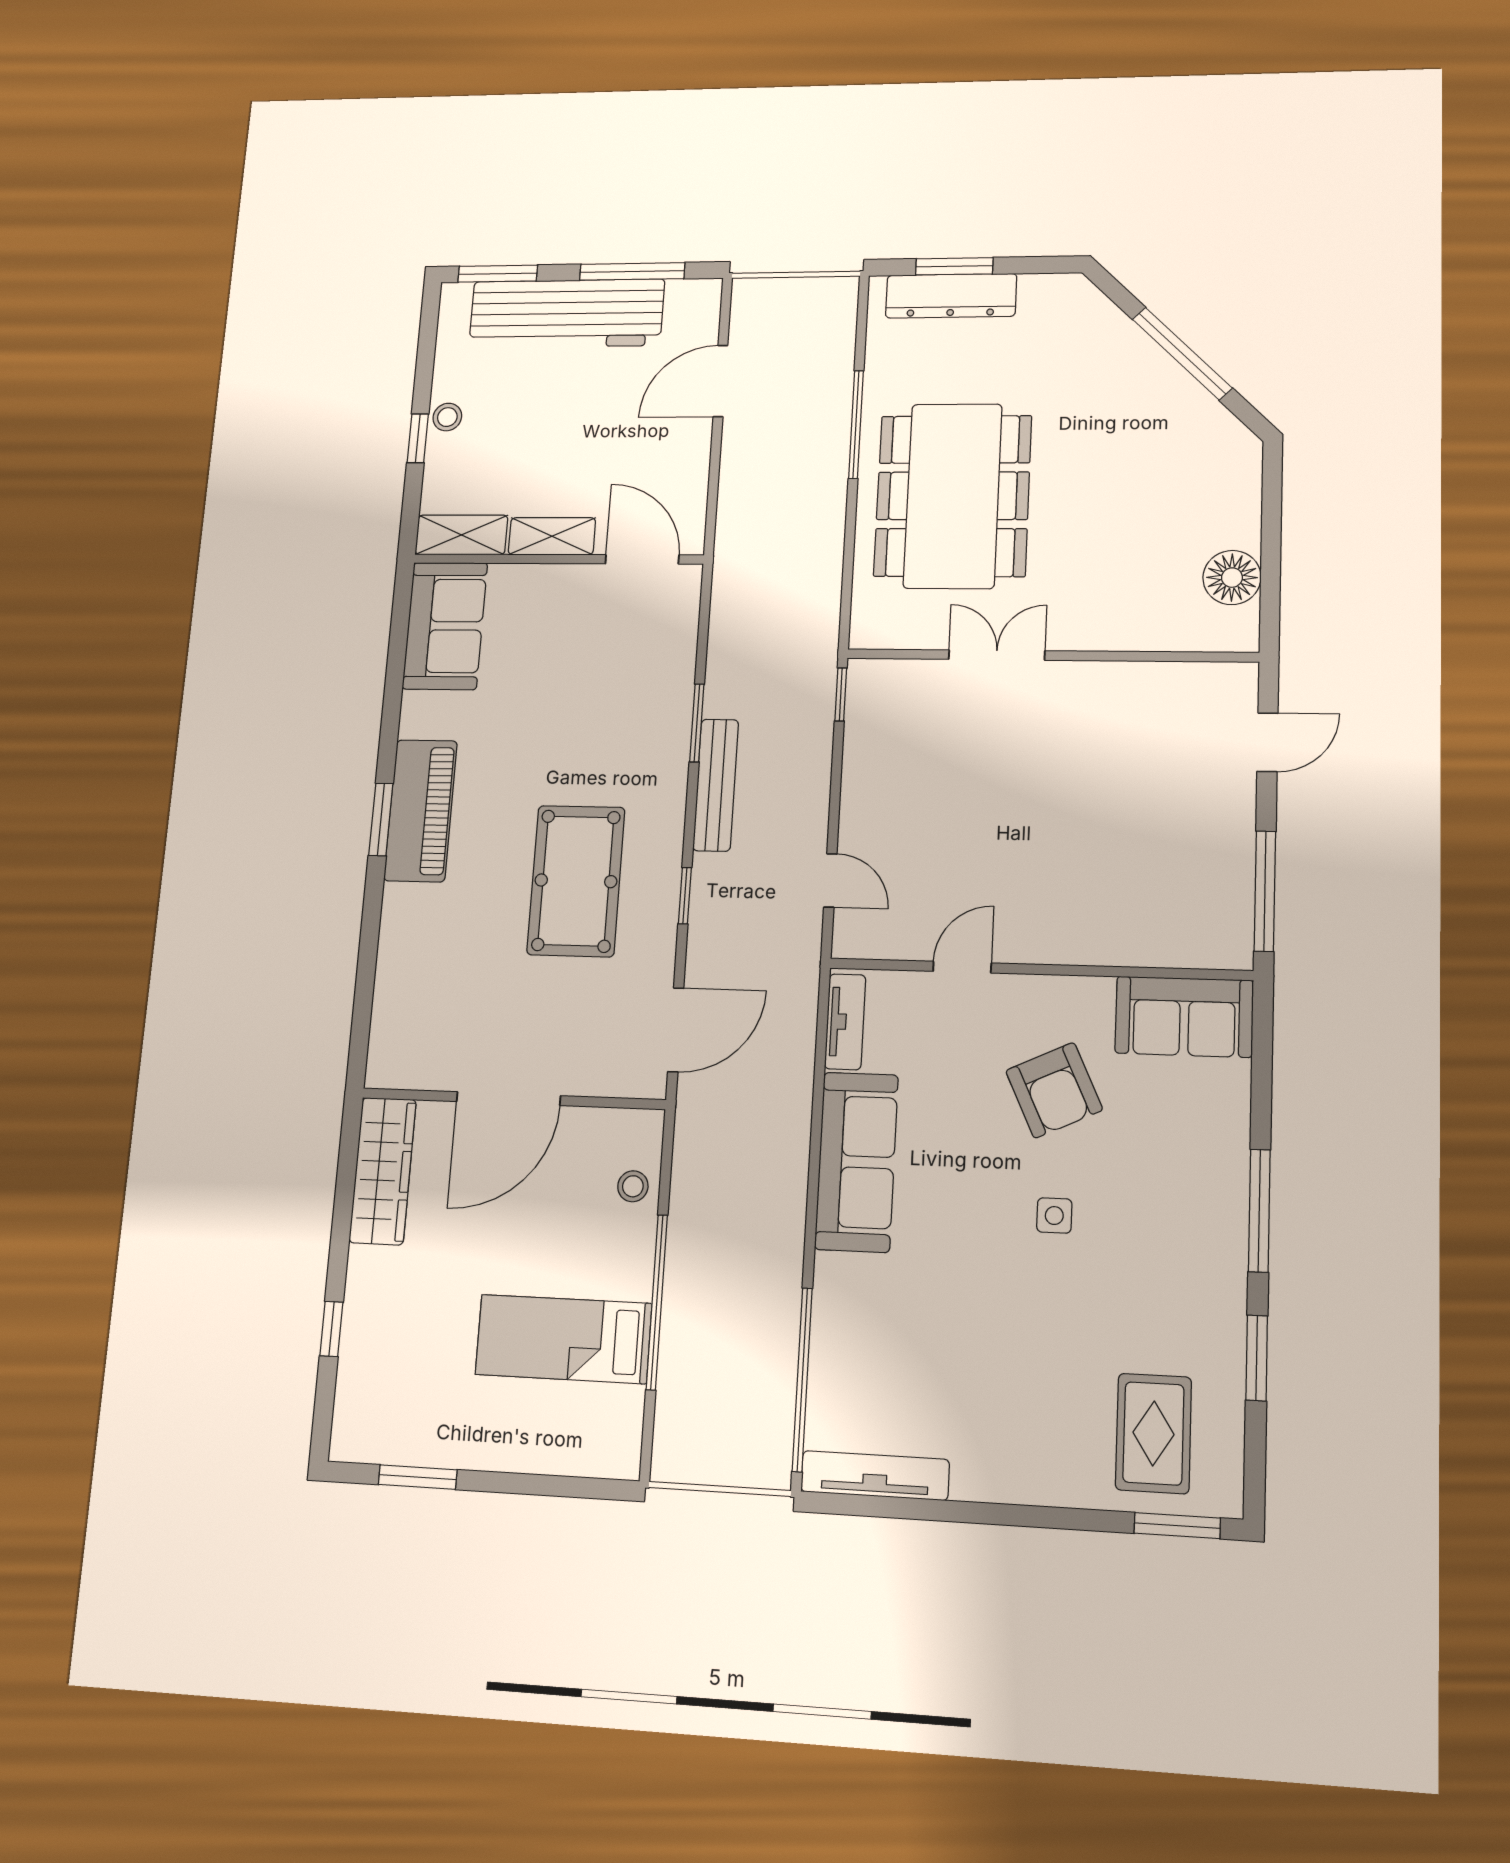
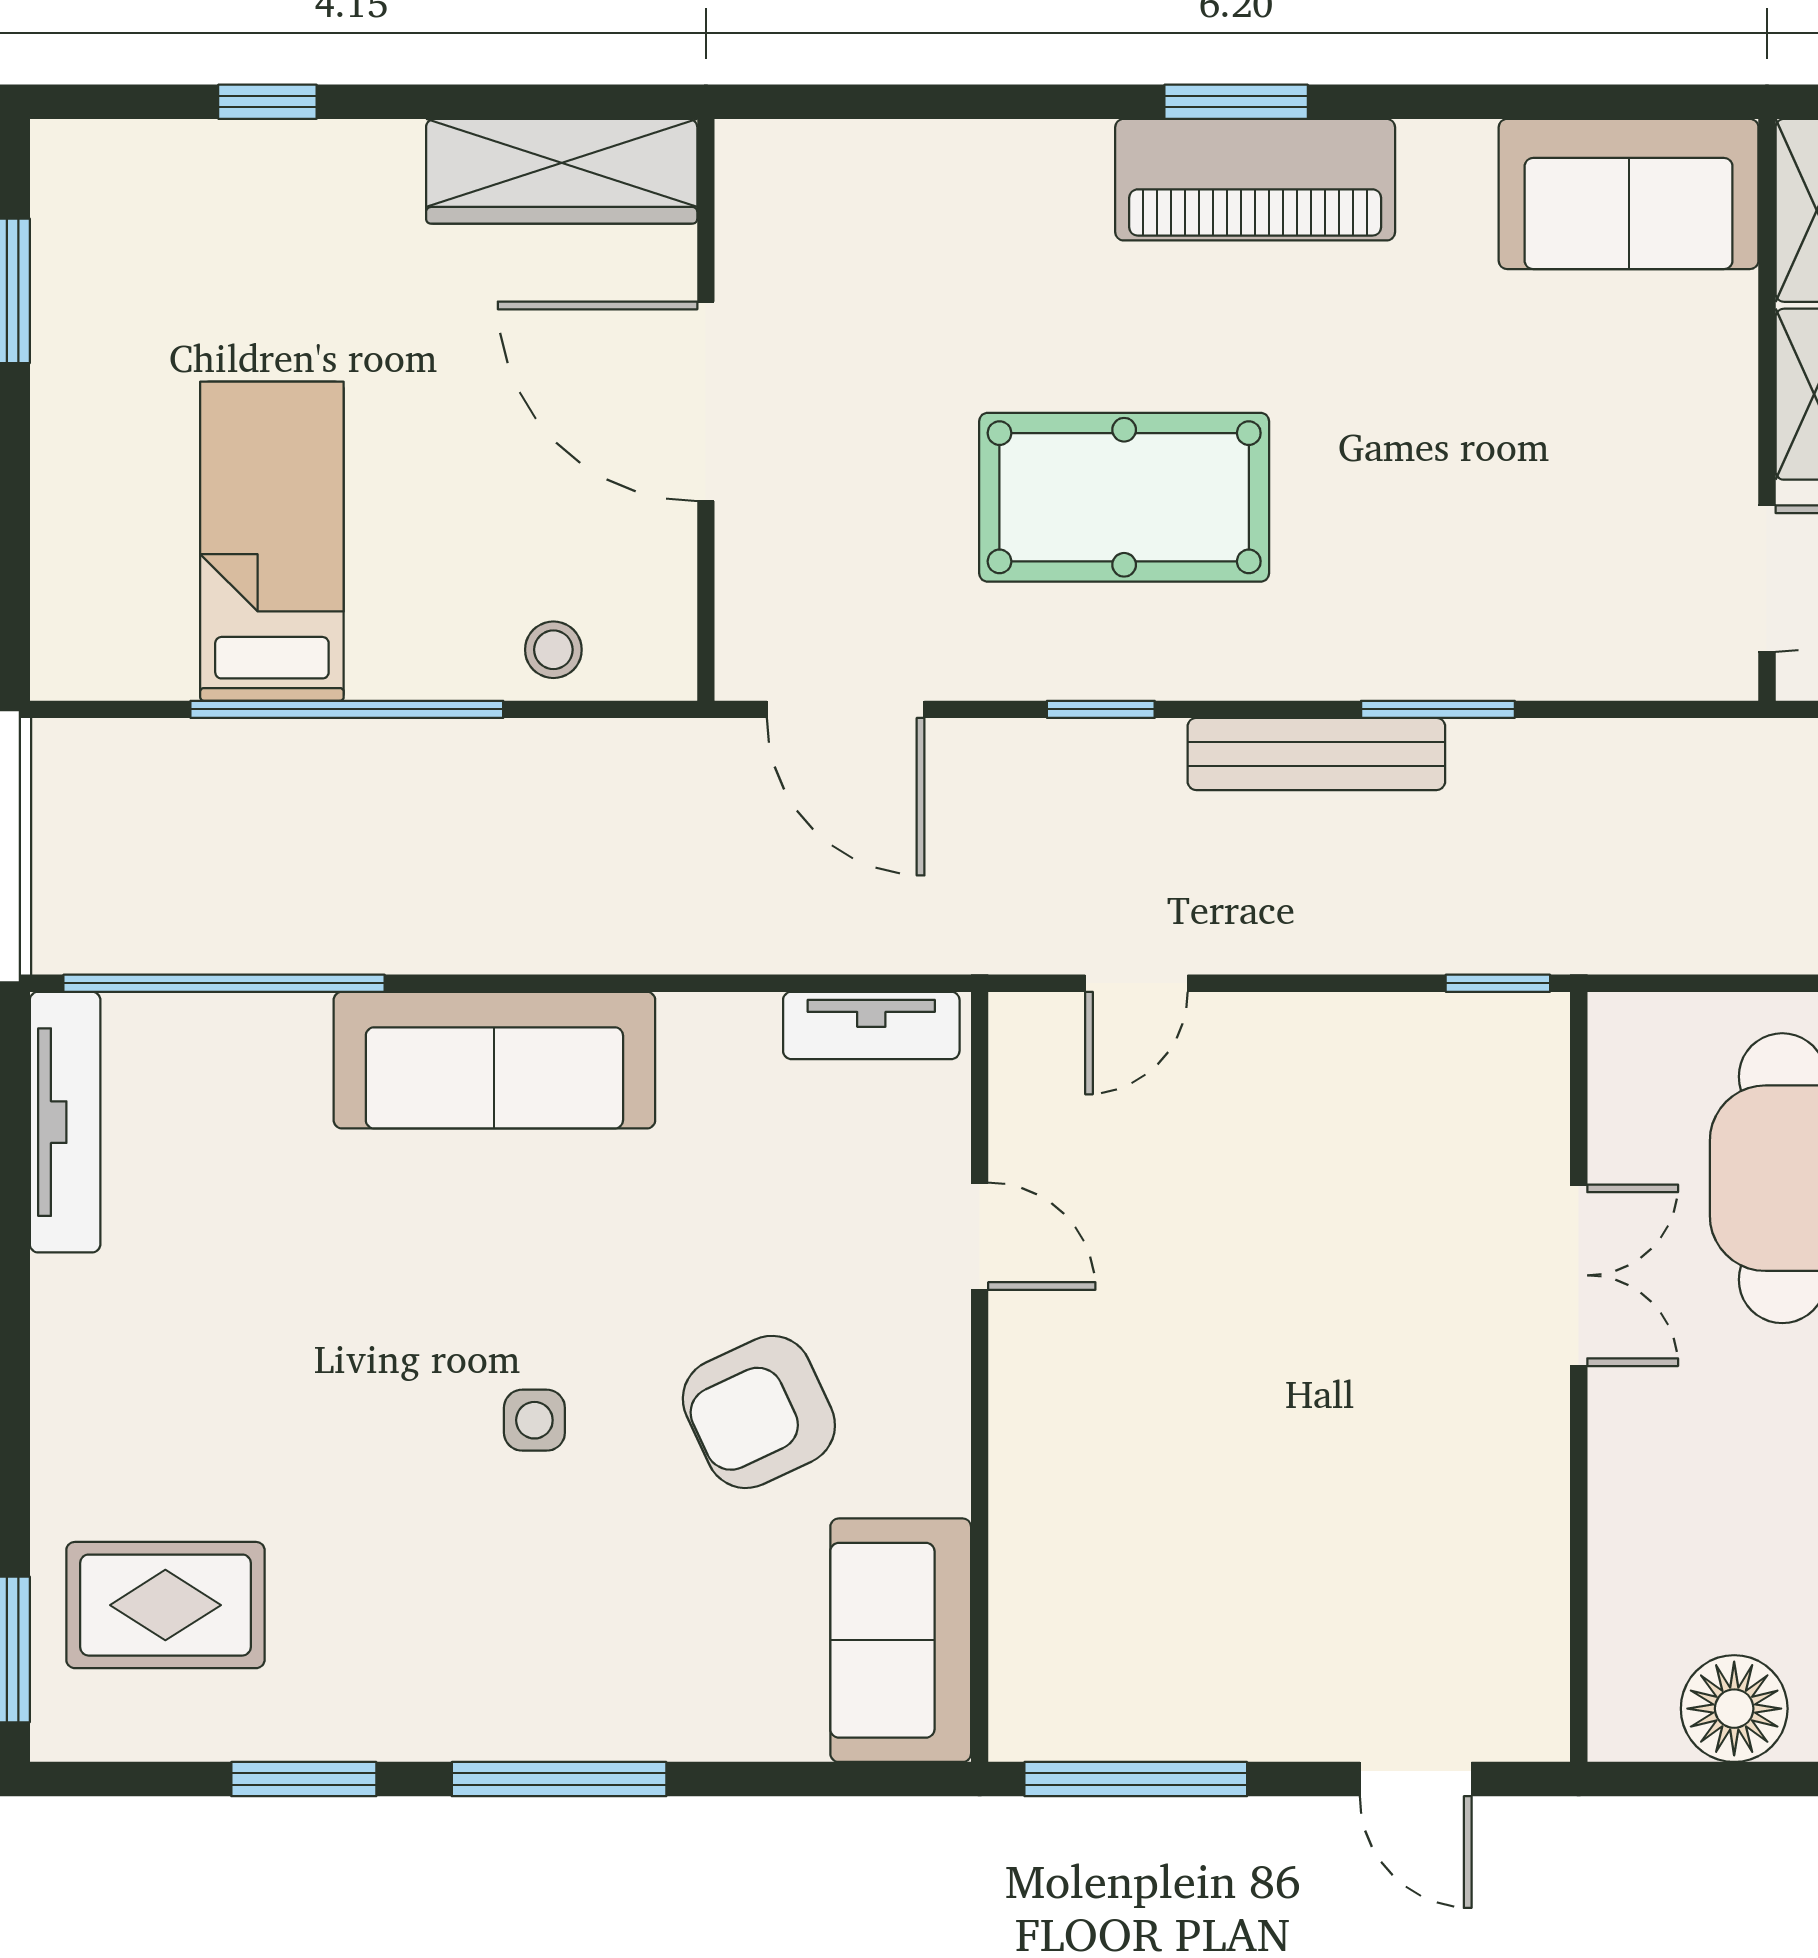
sofa: (856, 1162) -> (494, 1060), moved

